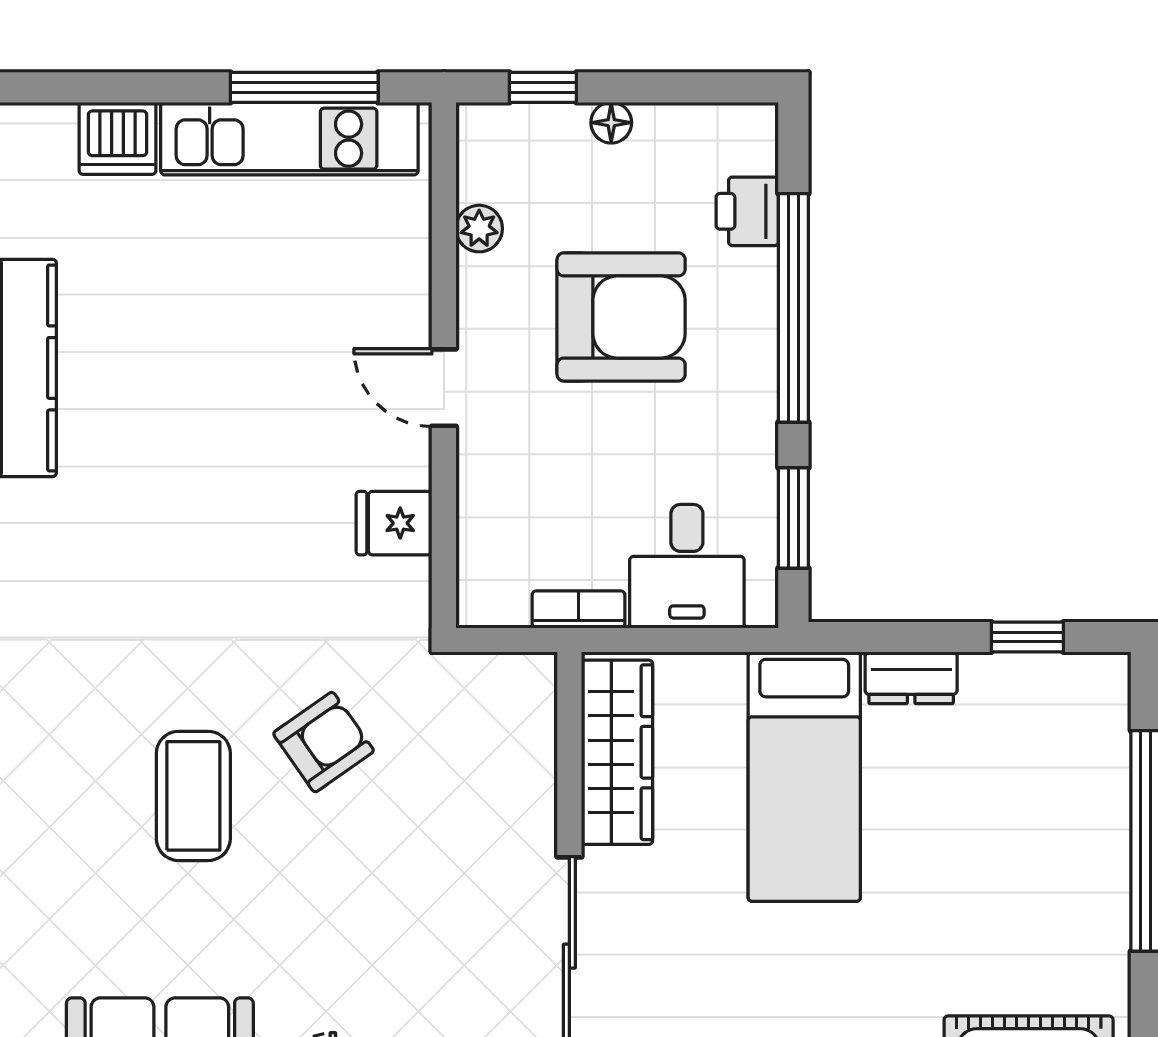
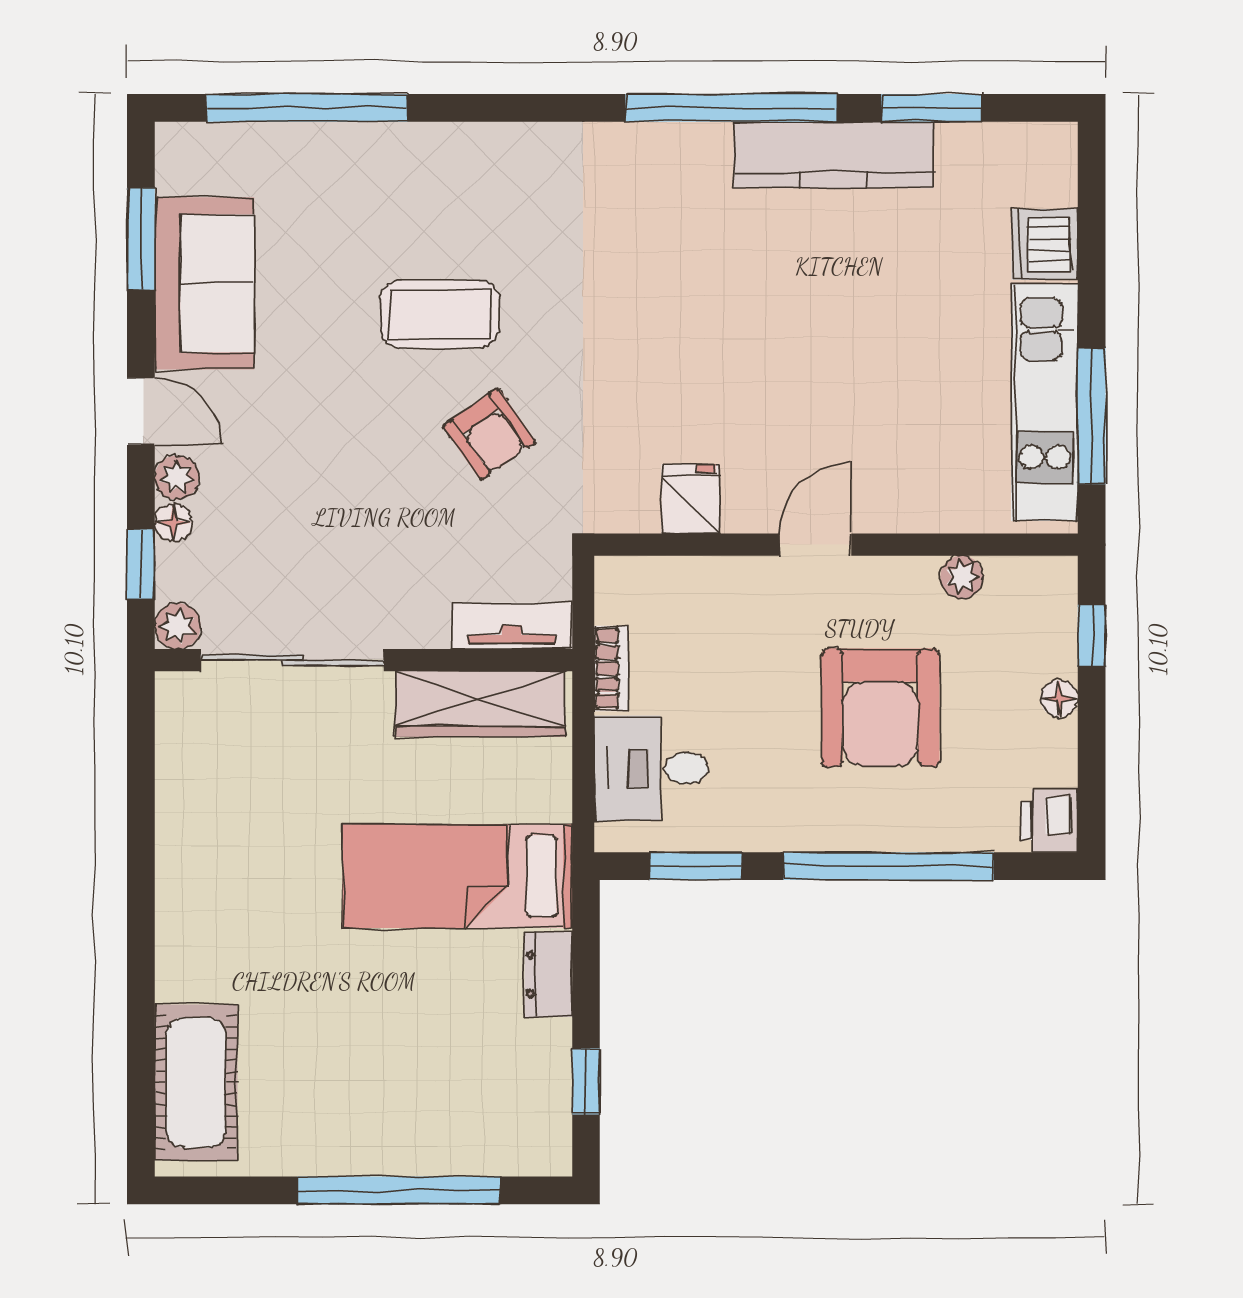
printer: (747, 211) -> (1049, 821), moved, turned -90
tv unit: (532, 718) -> (512, 626), added

